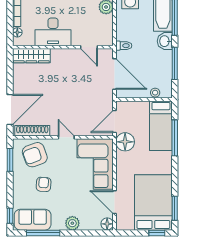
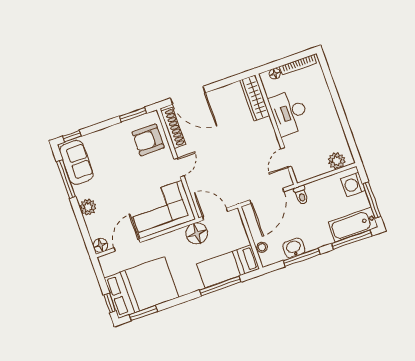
washbasin: (165, 41) -> (294, 248), moved
armchair: (35, 155) -> (148, 140), turned -70
armchair: (44, 184) -> (119, 161), removed

